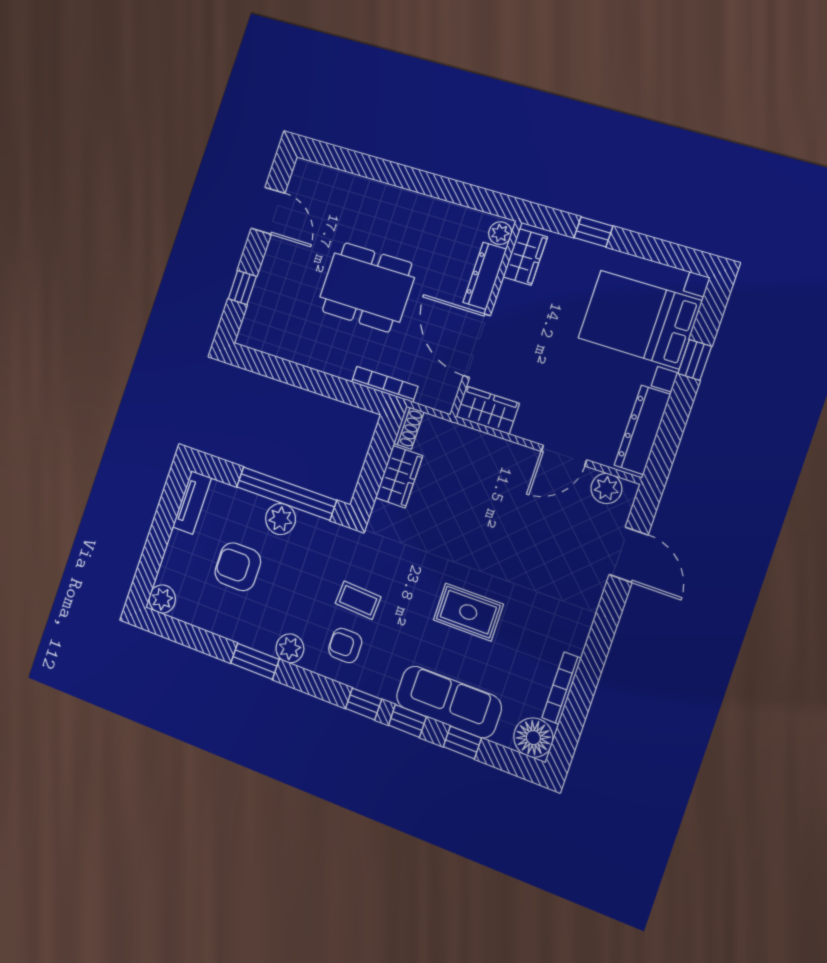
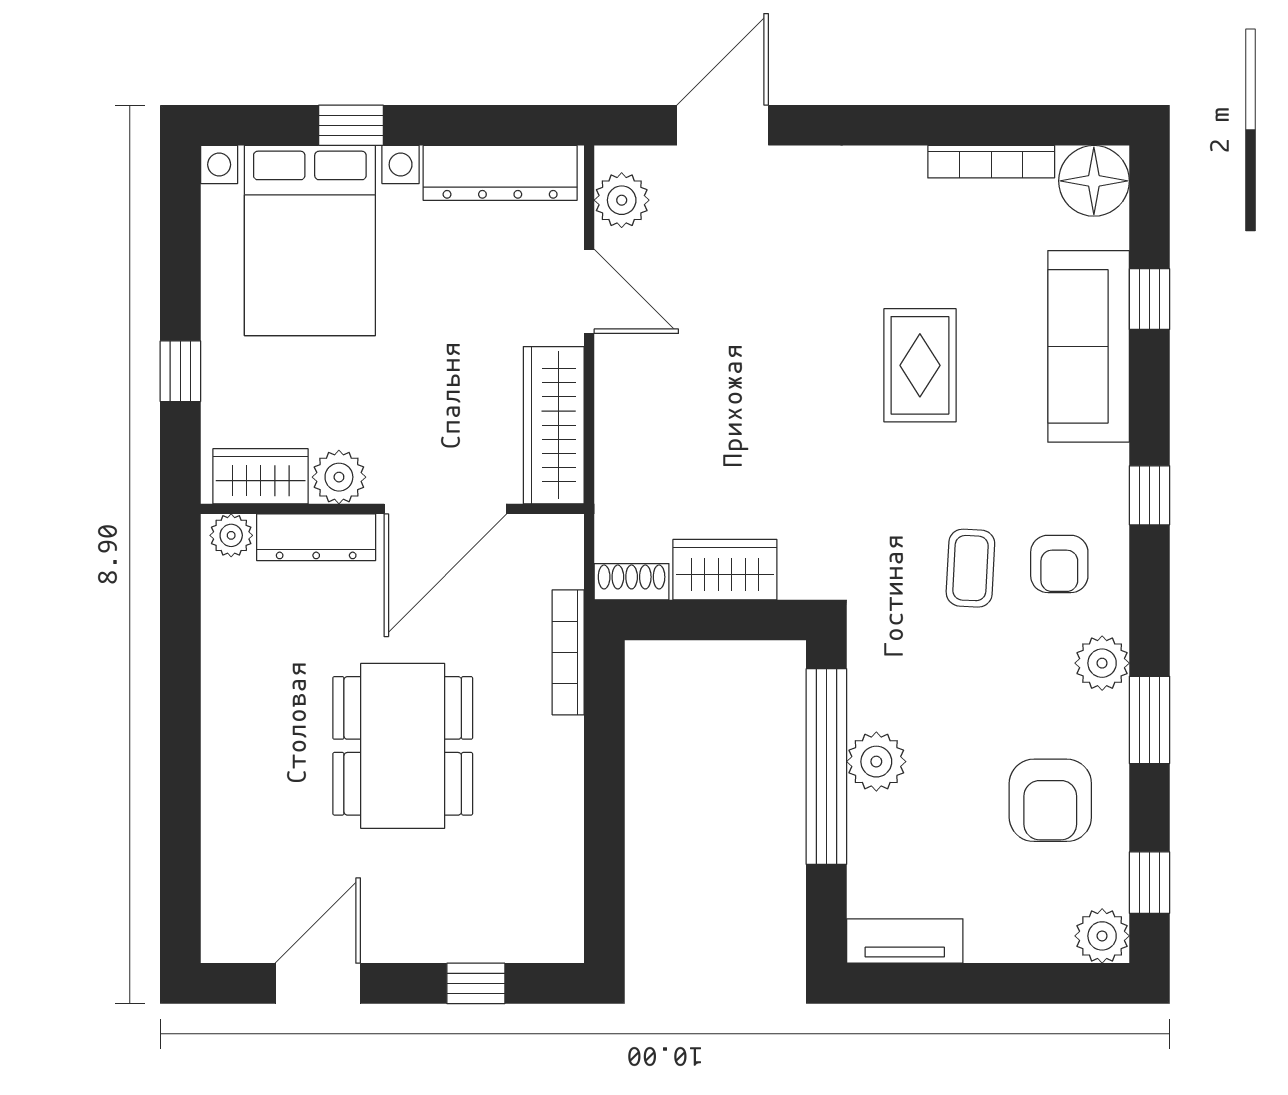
plant: (511, 297) -> (339, 477), added
wardrobe: (487, 410) -> (554, 425), width x1.50
armchair: (238, 567) -> (1050, 800), moved
window: (407, 721) -> (1149, 883), moved

